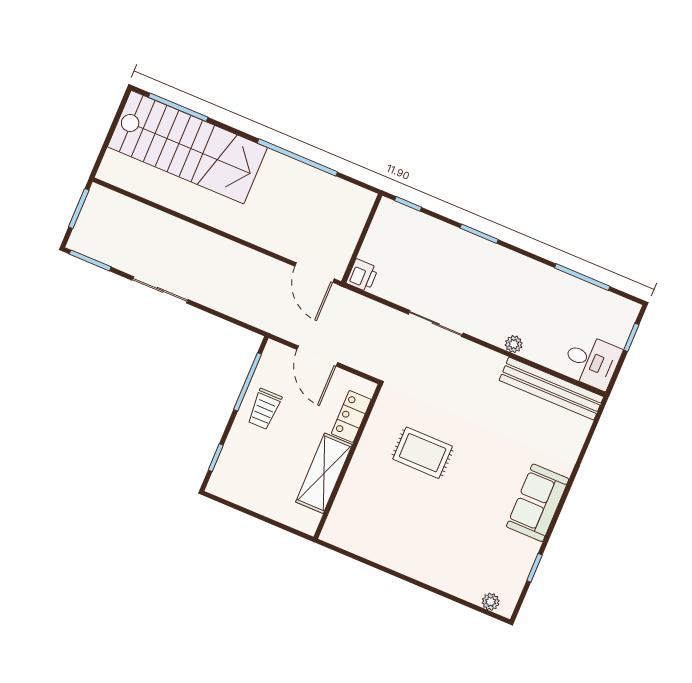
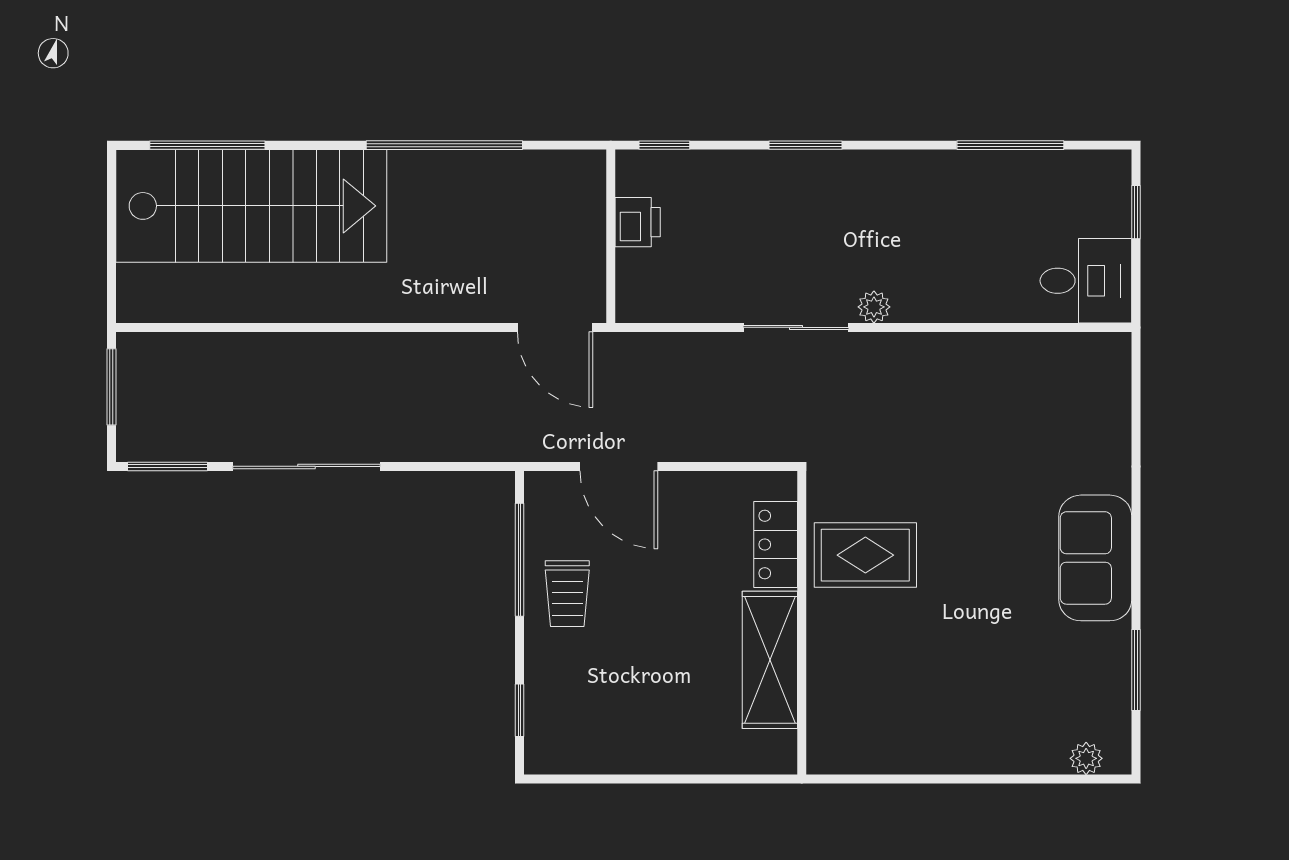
printer: (362, 275) -> (638, 222), moved
sliding door: (160, 290) -> (306, 466), width x1.37
plant: (514, 344) -> (874, 307), moved
bench: (551, 389) -> (1037, 355), removed
locker: (351, 416) -> (776, 545), moved
wall: (348, 461) -> (802, 623), moved
shelving: (324, 473) -> (770, 660), moved
window: (534, 568) -> (1136, 670), width x1.50

